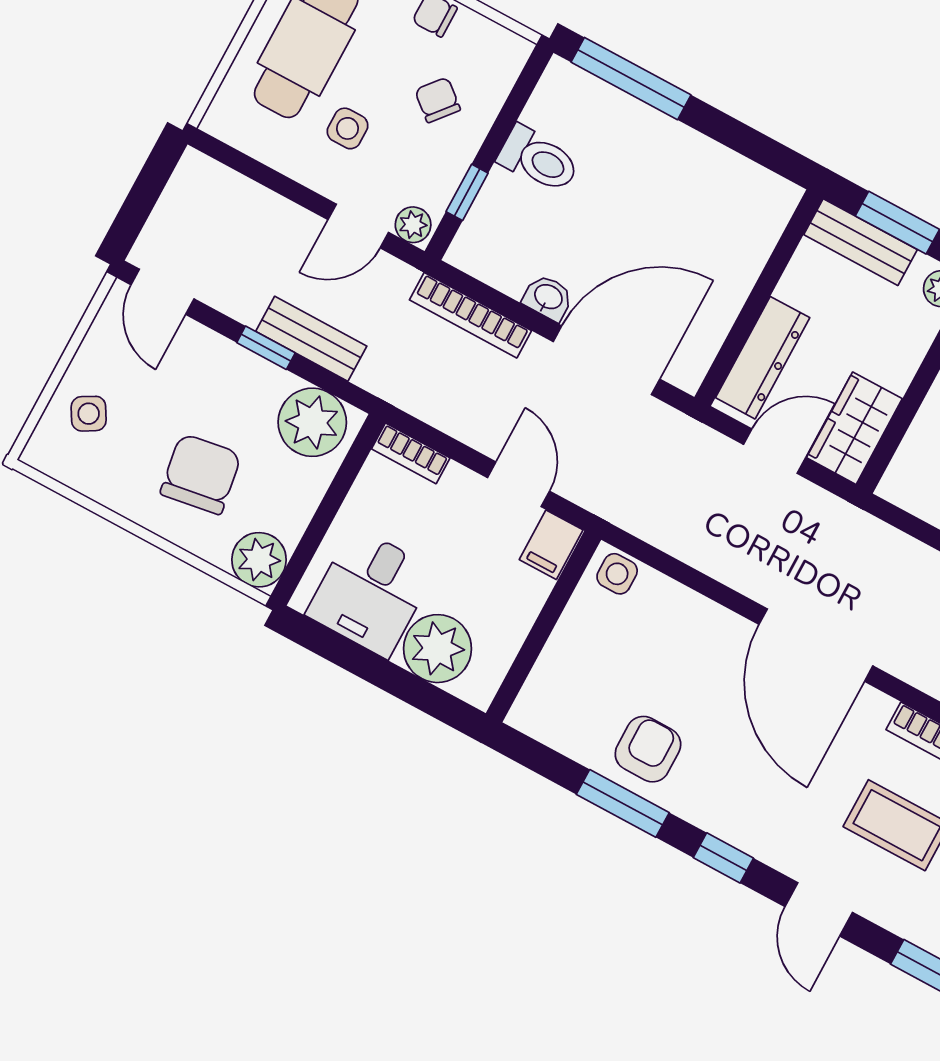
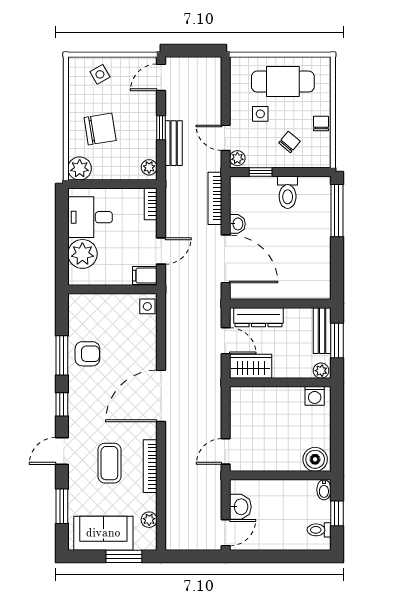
plant: (312, 422) -> (149, 167), width x0.53, depth x0.53

